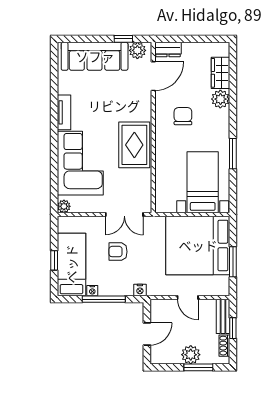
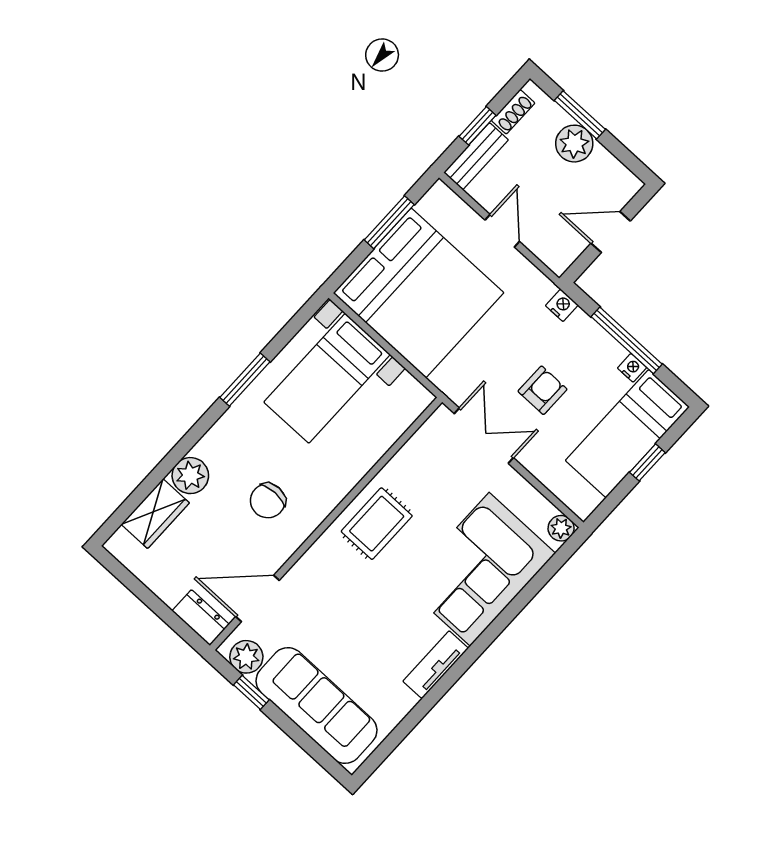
rug: (134, 145) -> (377, 524), width x0.73, depth x0.70
armchair: (118, 252) -> (542, 390), turned -90

